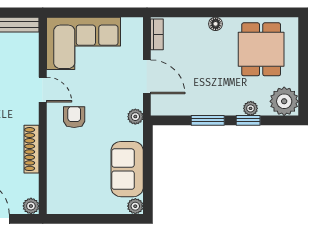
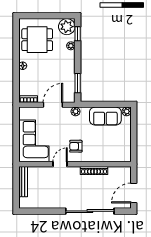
window: (208, 120) -> (78, 83), moved
window: (248, 120) -> (78, 34), moved
plant: (31, 206) -> (126, 171), removed

